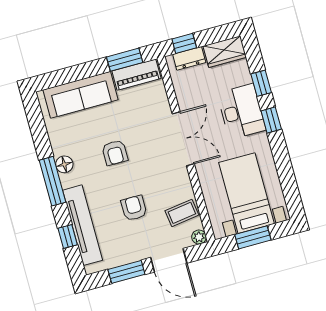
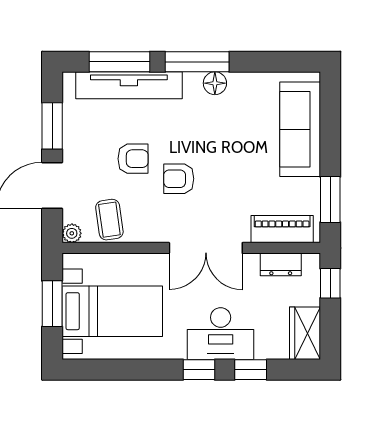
dresser: (189, 58) -> (281, 264), moved, turned -90
piano: (136, 75) -> (282, 229), moved, turned 90
armchair: (115, 153) -> (179, 179), moved
window: (68, 236) -> (119, 62), width x2.17

